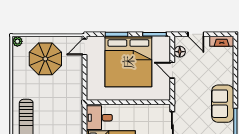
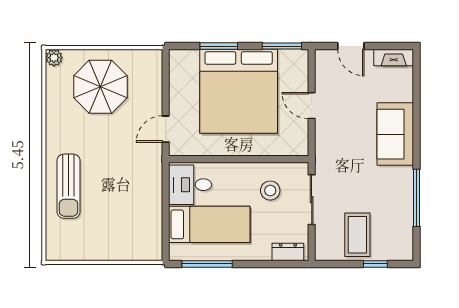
door: (85, 47) -> (166, 129), moved
floor lamp: (180, 52) -> (324, 75), removed
sofa: (223, 104) -> (395, 134), moved
stool: (147, 121) -> (270, 191), added

